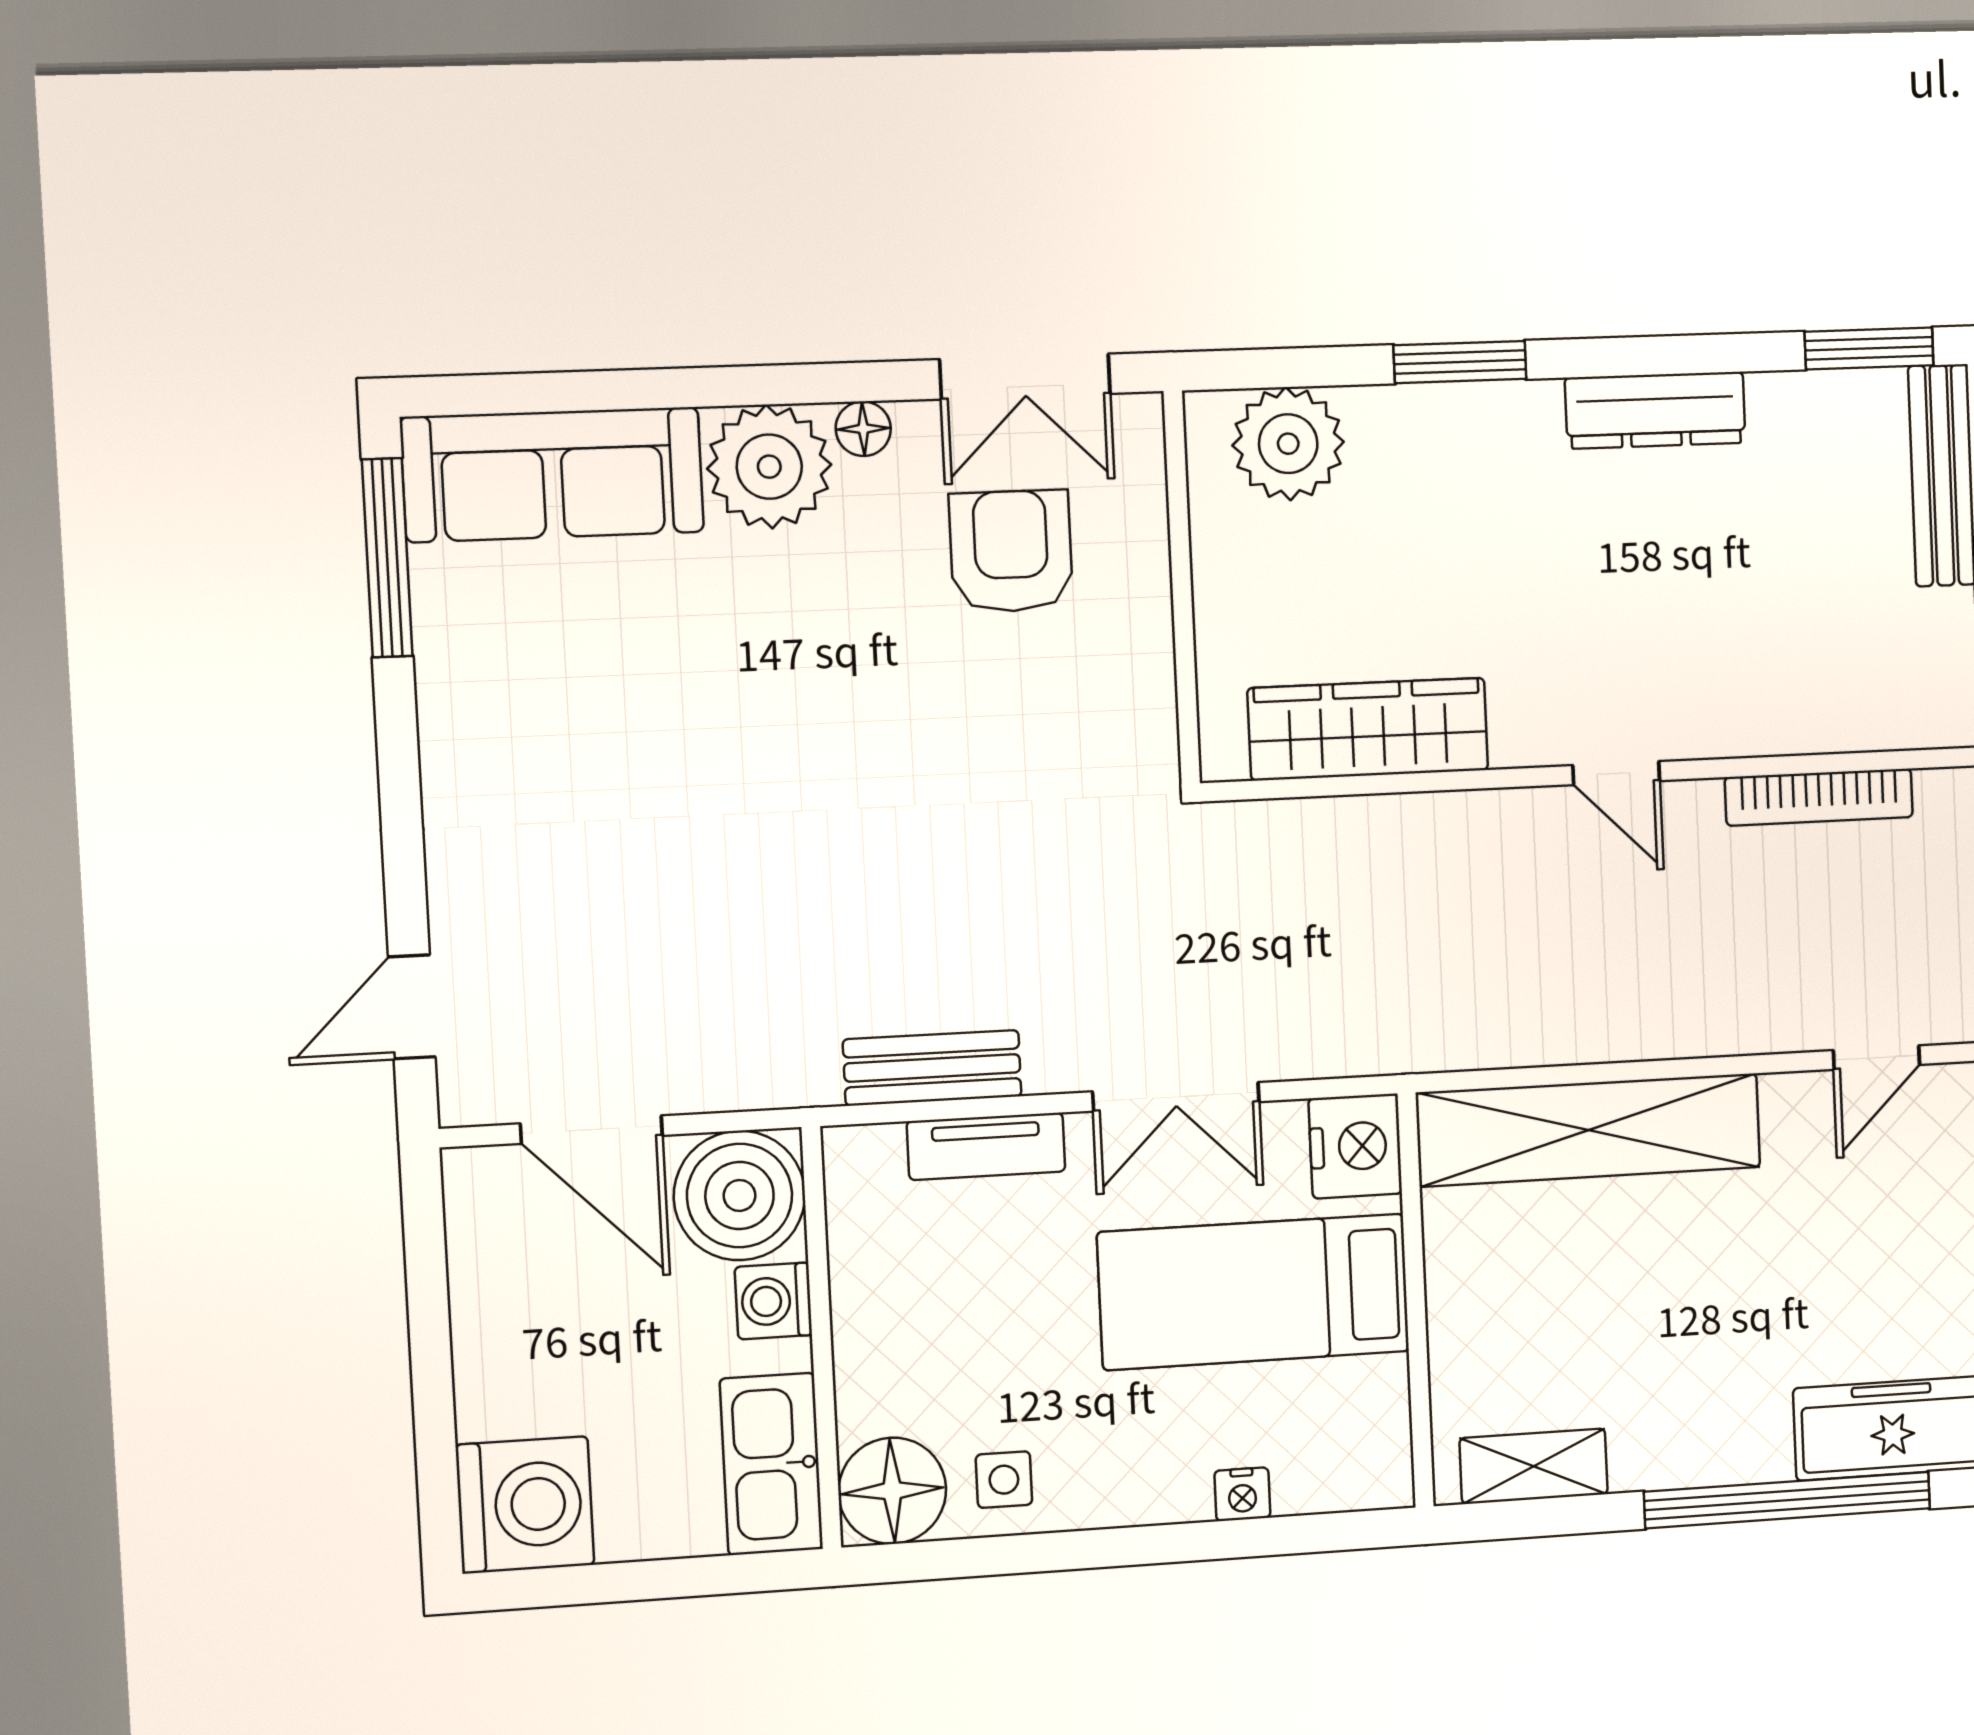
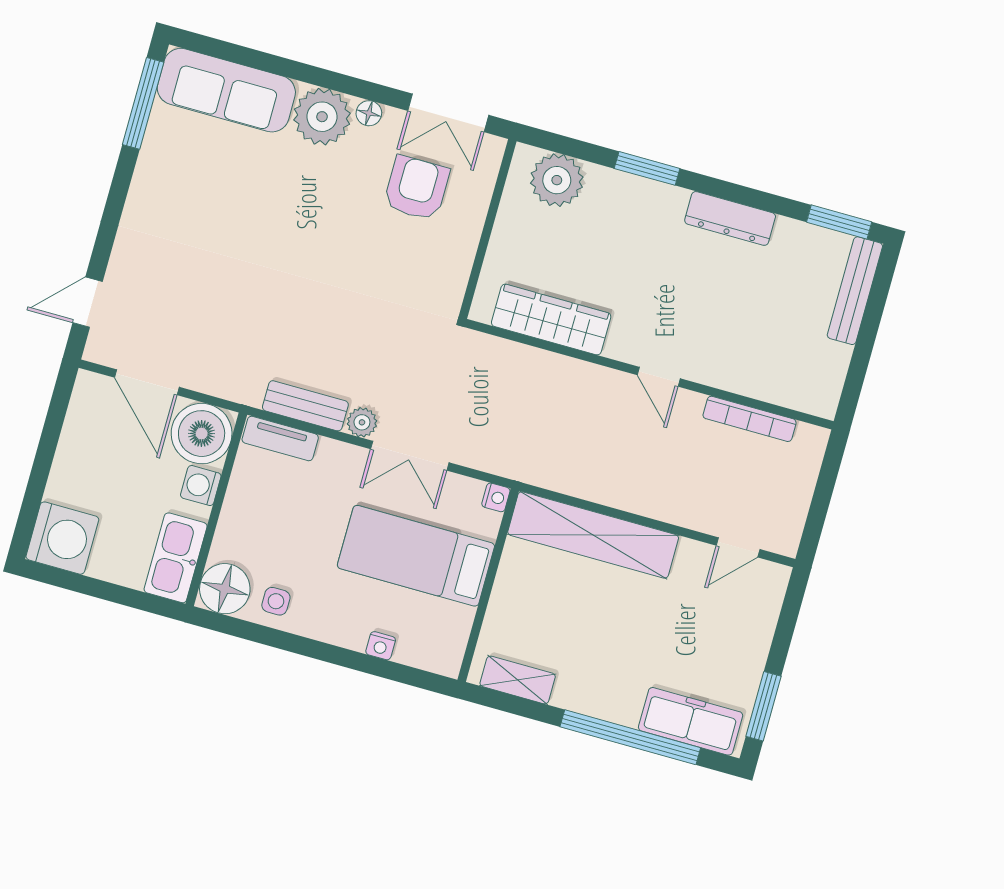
plant: (1058, 1062) -> (362, 422), added
tv unit: (986, 1146) -> (280, 439), moved
nightstand: (1355, 1146) -> (496, 497), width x0.53, depth x0.56

